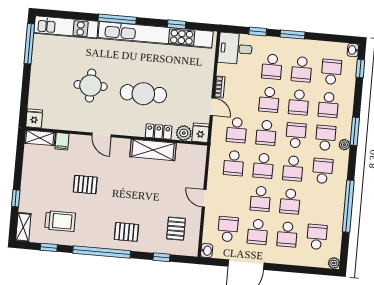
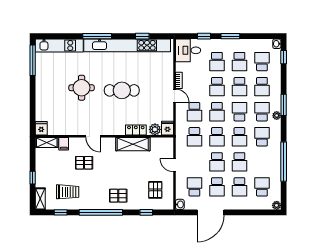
fridge: (34, 118) -> (41, 128), moved
locker: (159, 132) -> (136, 130), moved
plant: (184, 133) -> (155, 129), moved
fridge: (201, 133) -> (167, 128), moved
door: (102, 135) -> (93, 136), moved
wall: (116, 136) -> (104, 136), moved
shelving: (40, 138) -> (47, 142), moved
filing cabinet: (62, 141) -> (64, 144), moved
shelving: (153, 150) -> (133, 144), moved

